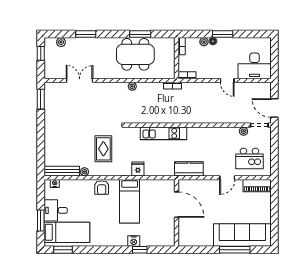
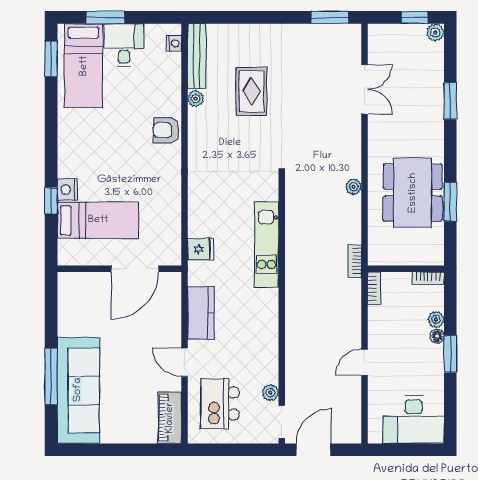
plant: (61, 42) -> (435, 32), moved
desk: (255, 66) -> (414, 420), moved, turned -90
rug: (103, 149) -> (251, 91), moved, turned 90
fridge: (138, 169) -> (201, 249), moved
kitchen counter: (189, 169) -> (201, 313), moved
bed: (130, 201) -> (98, 220), moved, turned 180

